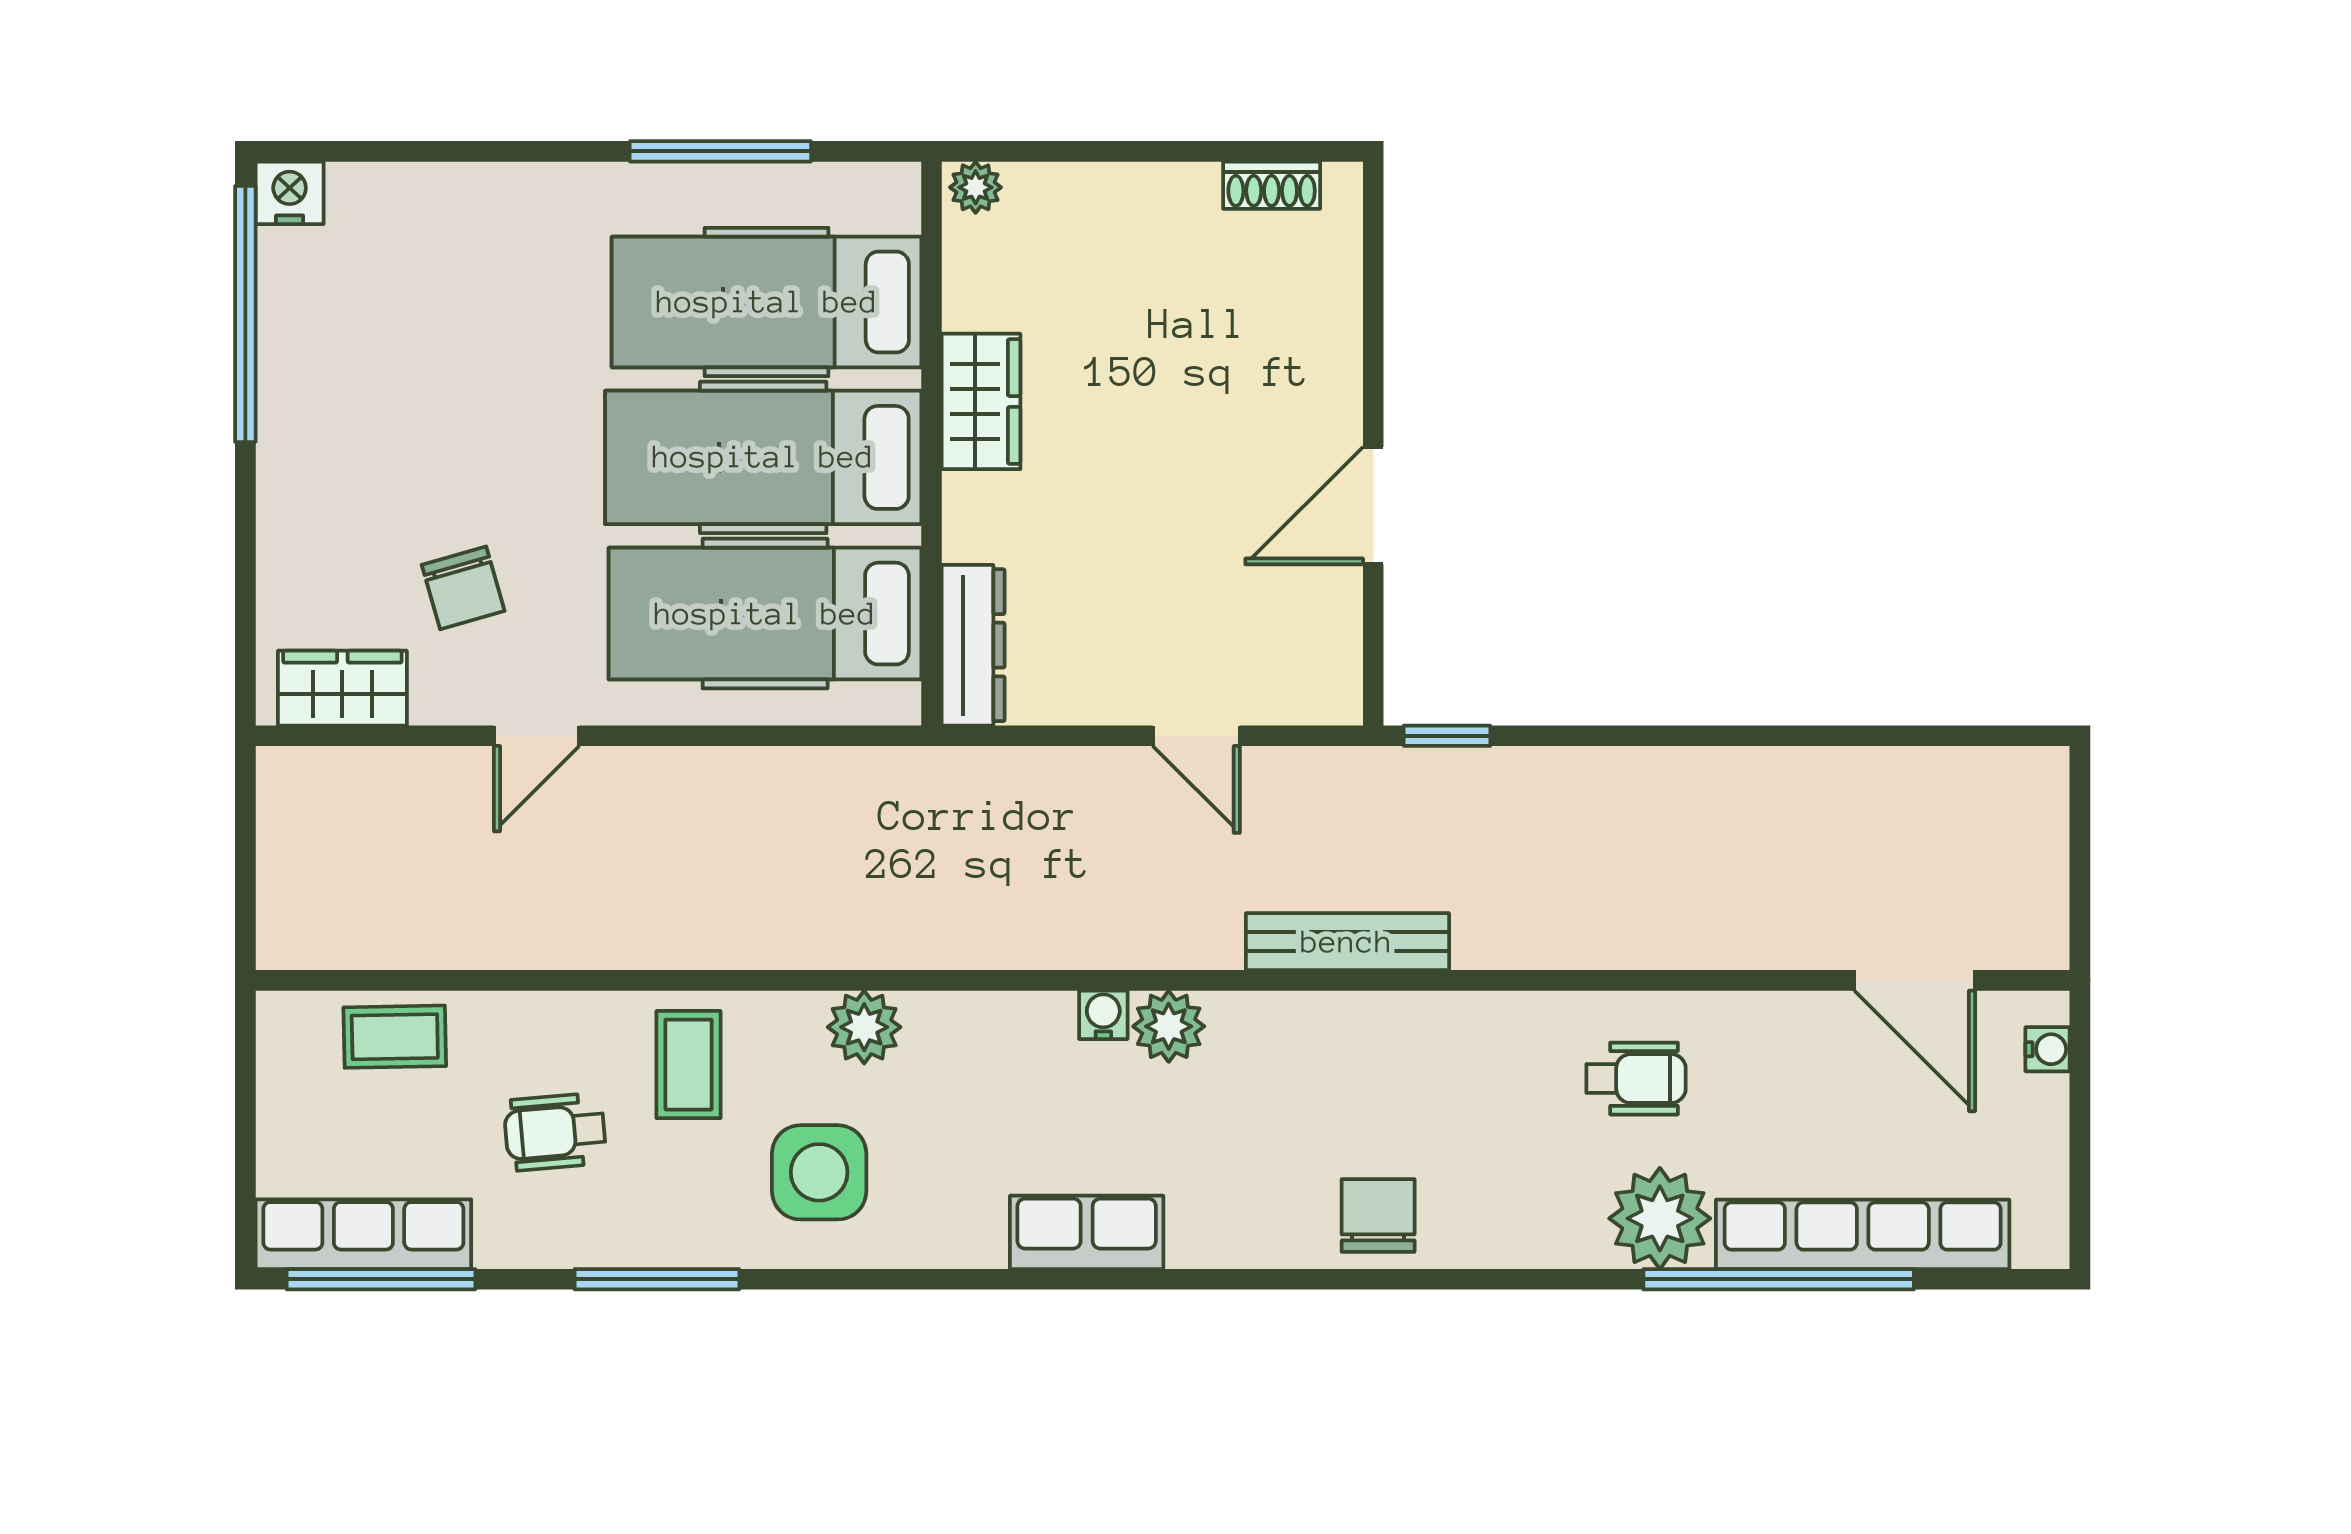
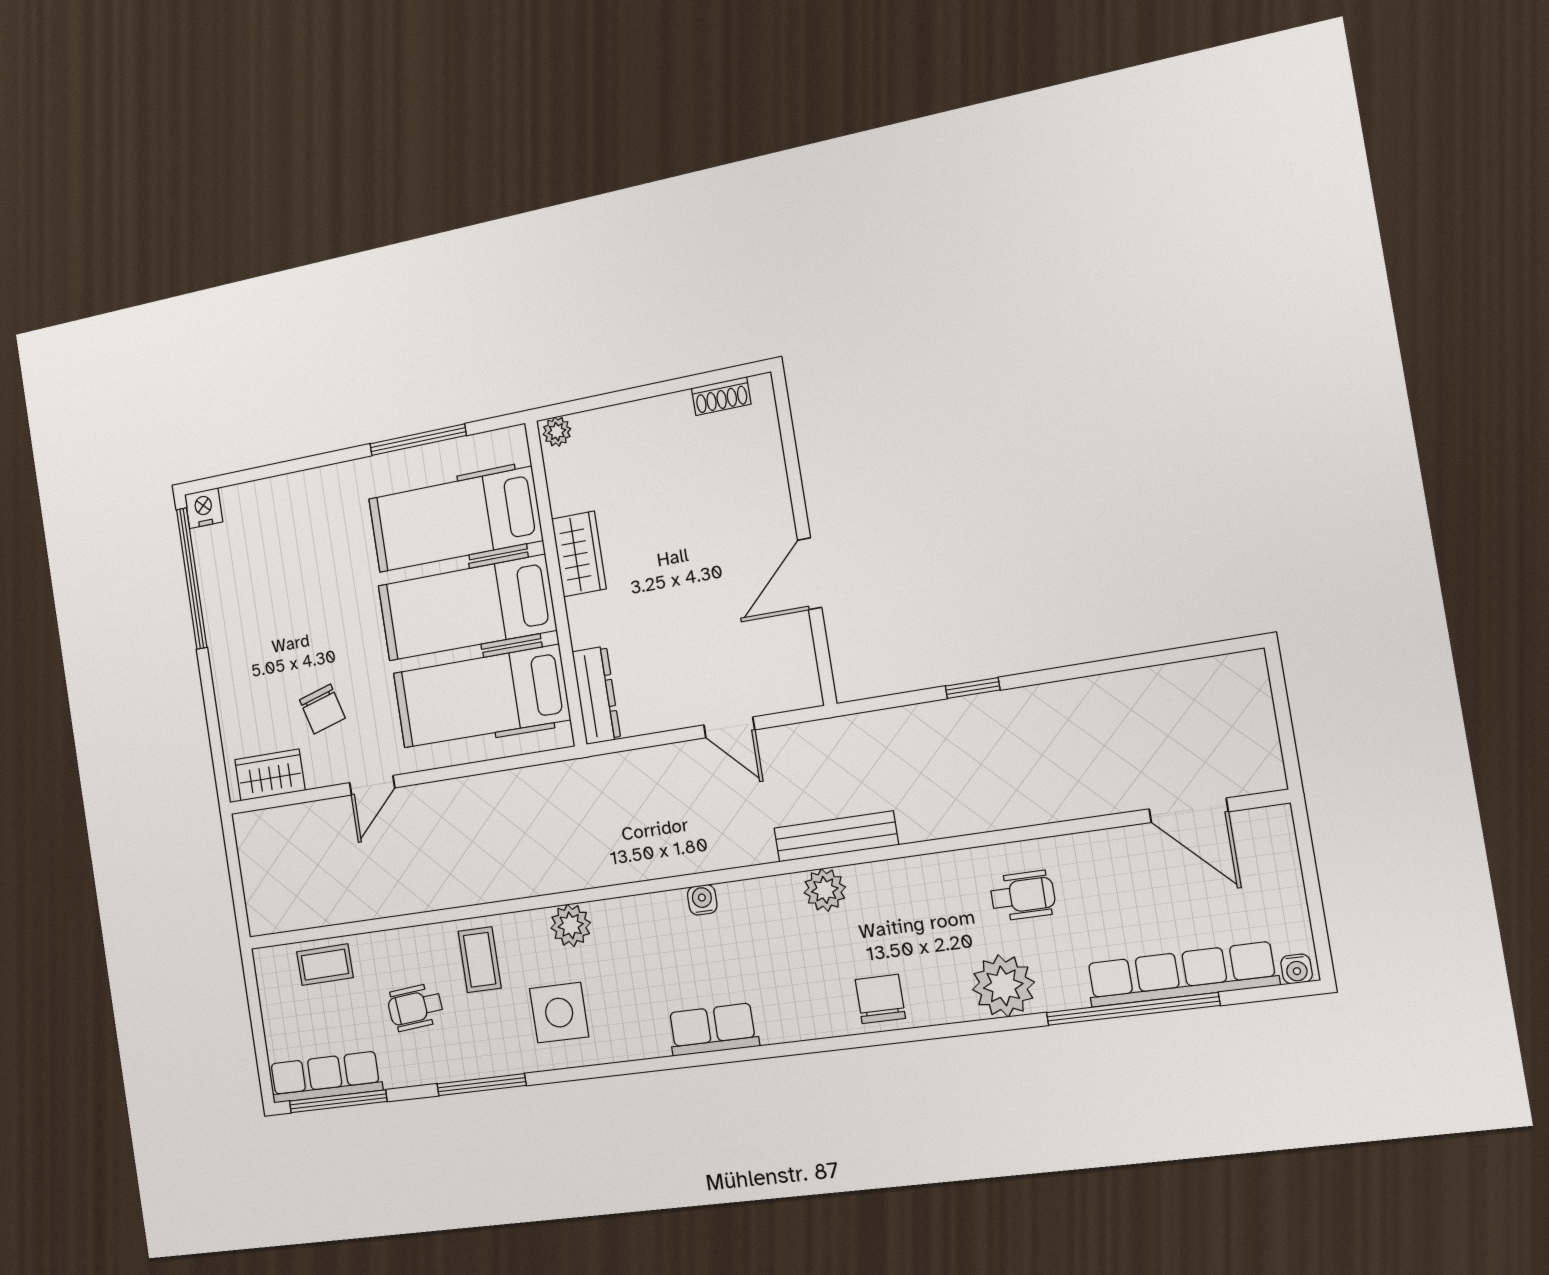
window: (1447, 736) -> (973, 688), moved
plant: (1169, 1026) -> (825, 890), moved
water cooler: (2048, 1049) -> (1297, 969), moved, turned 90
plant: (1660, 1218) -> (1003, 986), moved

